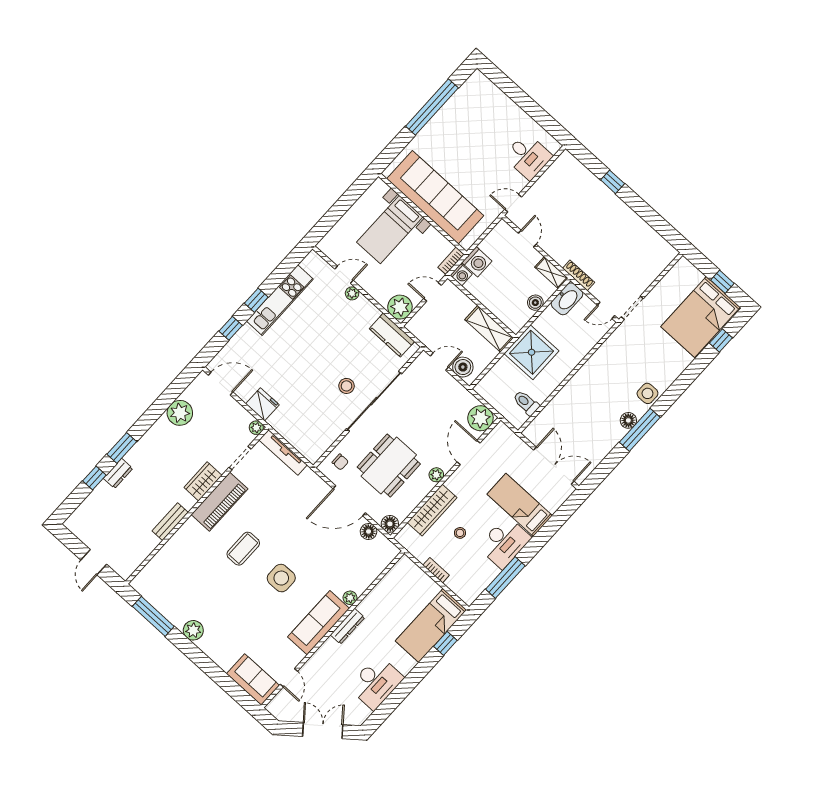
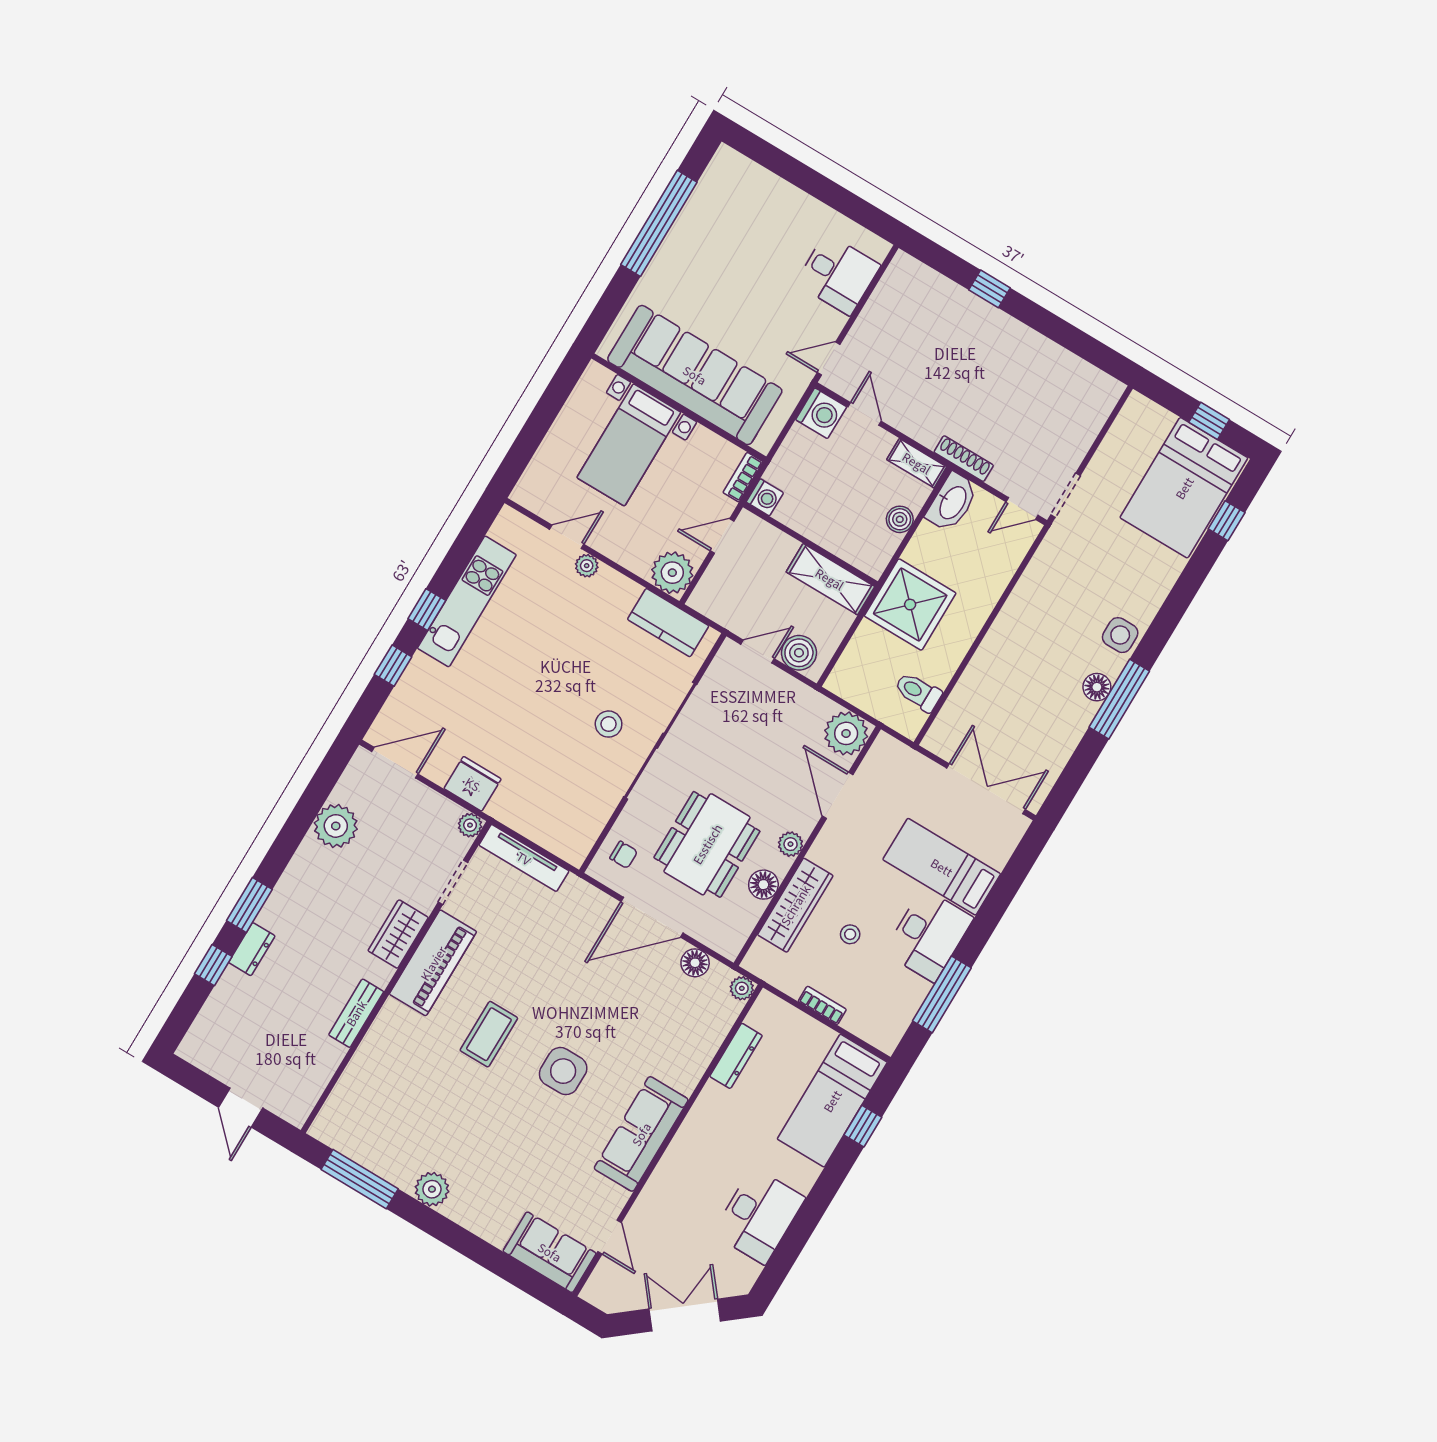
washing machine: (477, 262) -> (821, 413), moved
floor lamp: (390, 524) -> (763, 885), moved
plant: (350, 598) -> (742, 988), moved
dresser: (348, 626) -> (736, 1056), moved

